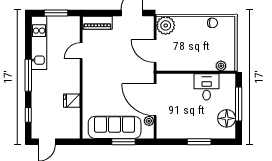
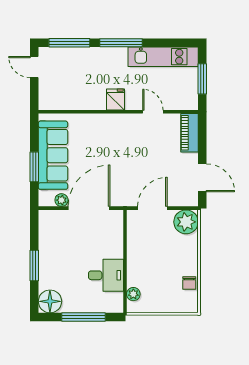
fridge: (72, 101) -> (116, 99), moved
window: (28, 115) -> (69, 43), width x2.17
floor lamp: (227, 118) -> (50, 301), moved

